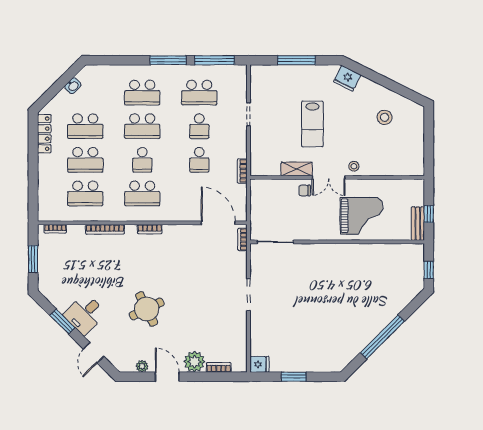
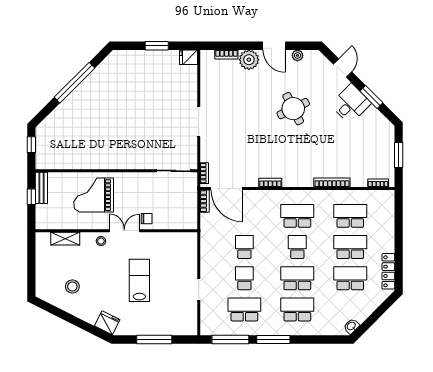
washbasin: (73, 86) -> (351, 326), moved
shelving: (297, 169) -> (65, 239), moved
bookcase: (242, 171) -> (205, 201), moved
bookcase: (150, 229) -> (270, 183), moved

